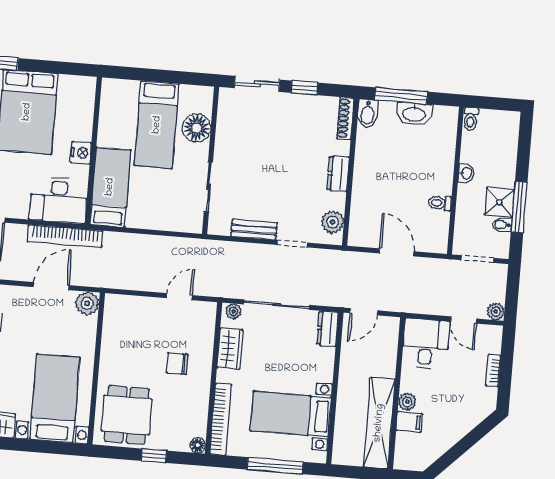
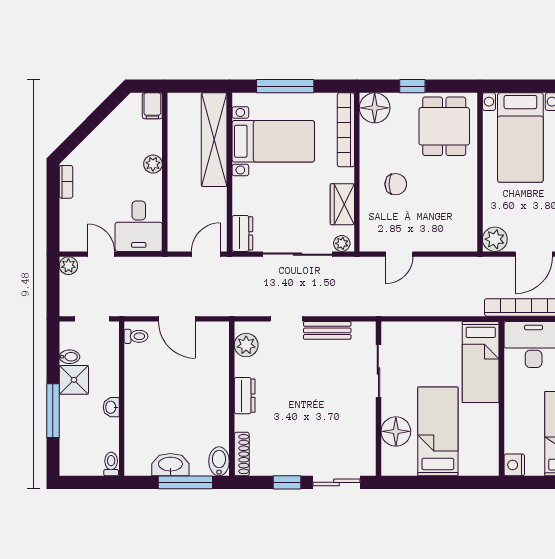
nightstand: (81, 153) -> (514, 465), moved
toilet: (440, 203) -> (136, 336), moved
window: (519, 207) -> (53, 411), moved
bookcase: (493, 370) -> (66, 182), moved
filing cabinet: (409, 422) -> (152, 106), moved, turned -90
shelving: (379, 423) -> (214, 140), moved
floor lamp: (198, 445) -> (375, 108), width x1.89, depth x1.89

